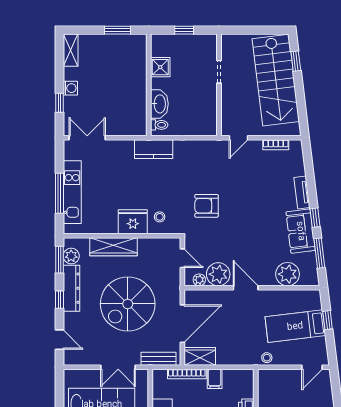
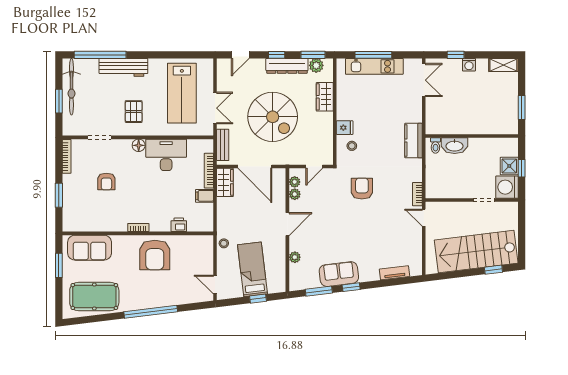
washing machine: (205, 46) -> (507, 187), added
shower: (160, 67) -> (509, 166), moved
bookcase: (276, 145) -> (417, 194), moved
tv unit: (302, 192) -> (394, 273), moved
fridge: (133, 222) -> (345, 128), width x0.53, depth x0.75
wardrobe: (114, 247) -> (325, 97), width x0.67
plant: (218, 274) -> (295, 194), width x0.53, depth x0.53
plant: (288, 274) -> (295, 257), width x0.53, depth x0.53
spiral stairs: (128, 304) -> (273, 117), turned 180
double door: (118, 367) -> (215, 108), swing flipped

